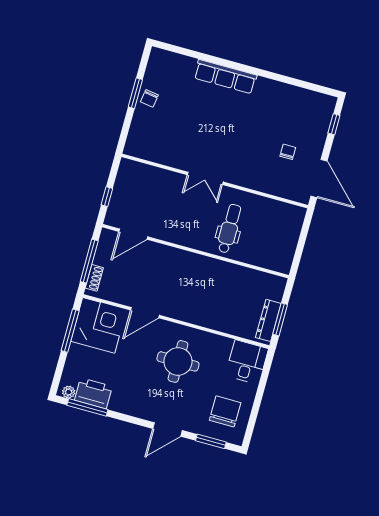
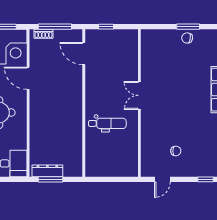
door: (319, 179) -> (162, 179), width x0.53

